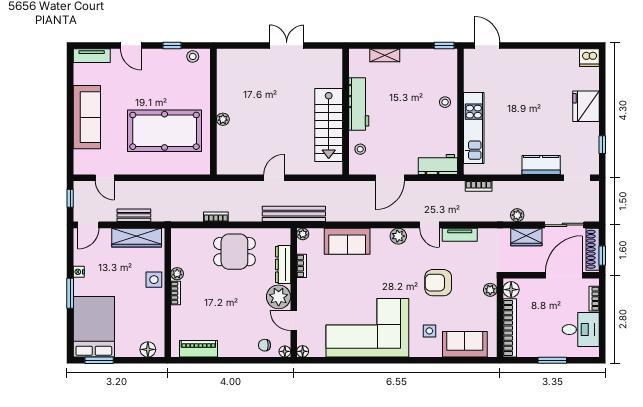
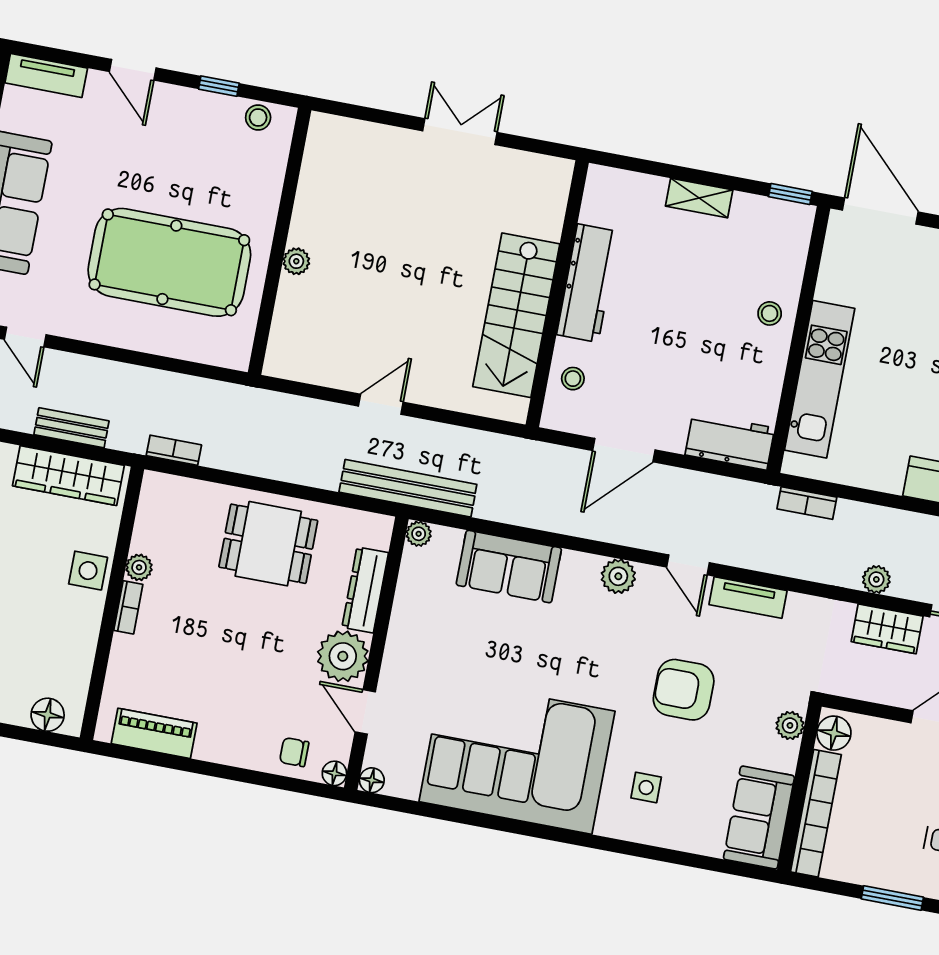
door: (487, 45) -> (880, 211), width x1.36
shelving: (385, 55) -> (699, 198), moved
bookcase: (216, 217) -> (174, 450), moved
bookcase: (302, 266) -> (403, 600), removed
sofa: (465, 344) -> (759, 818), moved, turned -90

